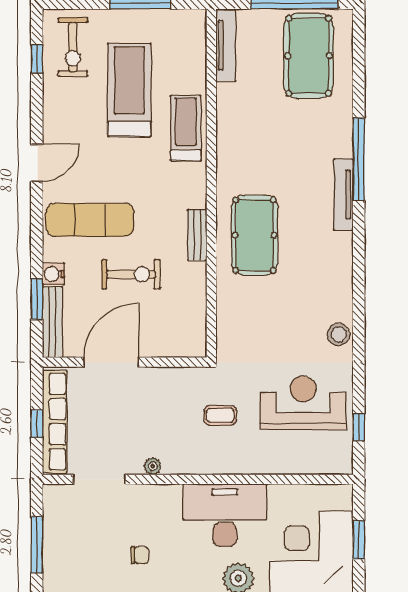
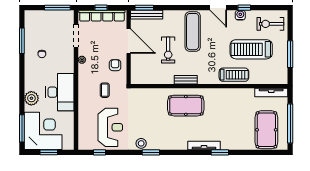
pool table: (309, 56) -> (266, 130), turned 90
window: (37, 59) -> (244, 8), moved
treadmill: (129, 90) -> (251, 49), turned 180
window: (359, 159) -> (220, 152), width x0.47
water cooler: (53, 274) -> (240, 15), moved
window: (37, 299) -> (144, 8), moved
window: (359, 313) -> (151, 152), added
armchair: (165, 392) -> (115, 65), added
window: (37, 545) -> (57, 8), moved

